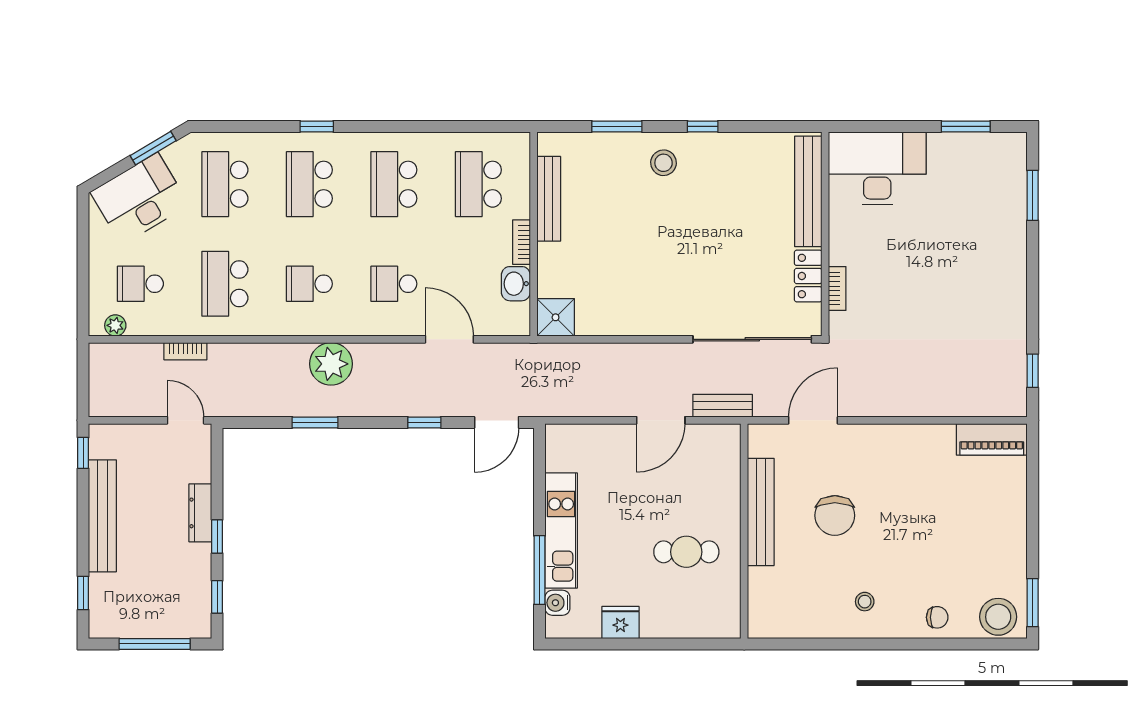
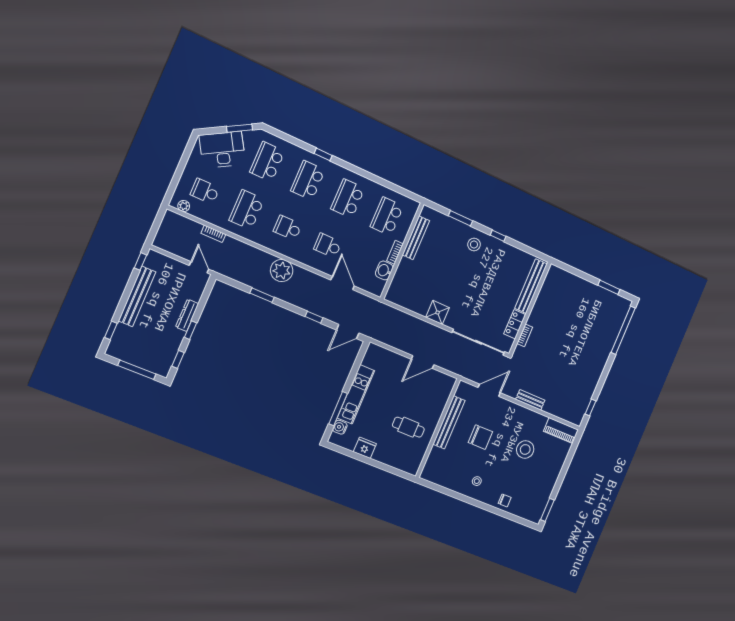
desk: (877, 168) -> (564, 289), removed
window: (1033, 195) -> (623, 330), width x2.11
shower: (556, 317) -> (438, 312), moved
bench: (723, 406) -> (530, 400), moved
chair: (835, 515) -> (480, 437), turned -90
stool: (998, 617) -> (525, 449), moved

